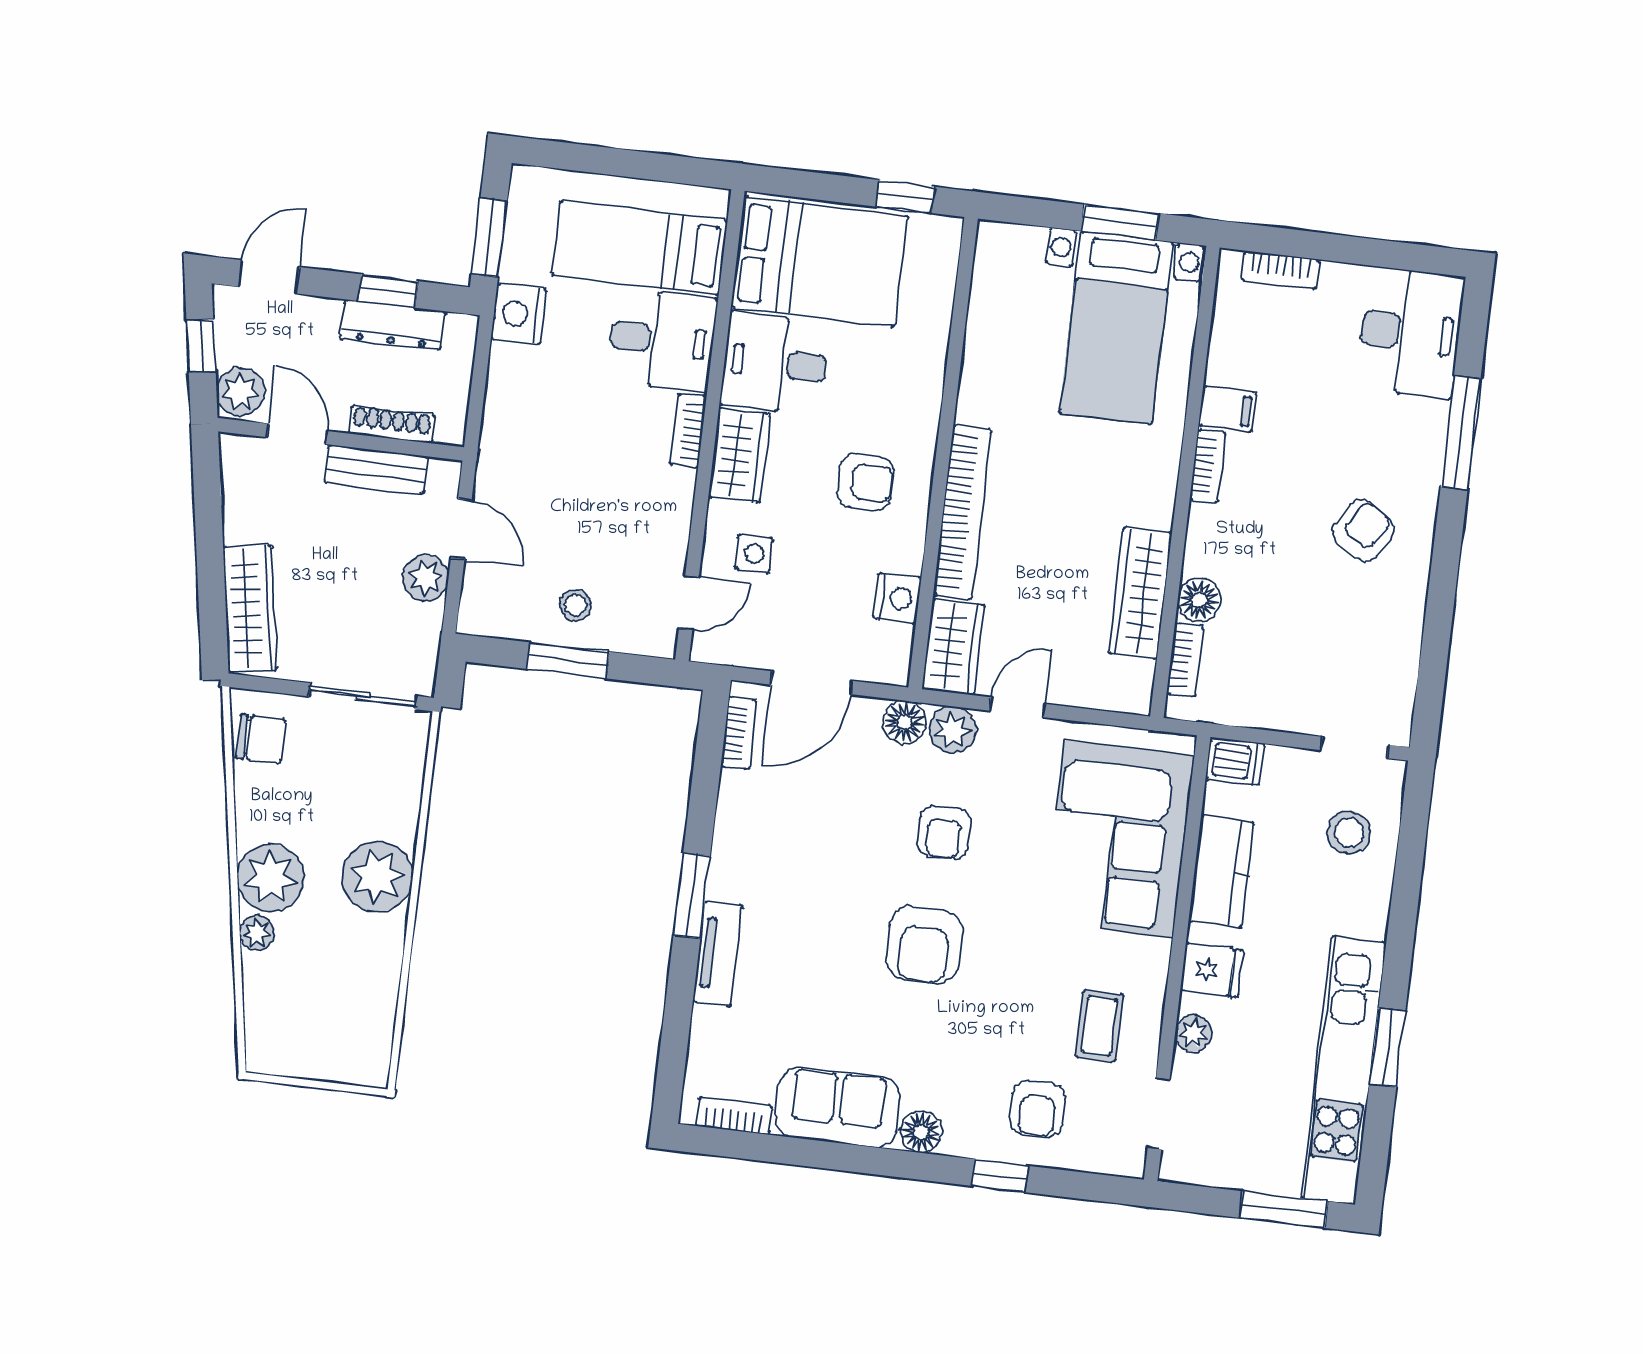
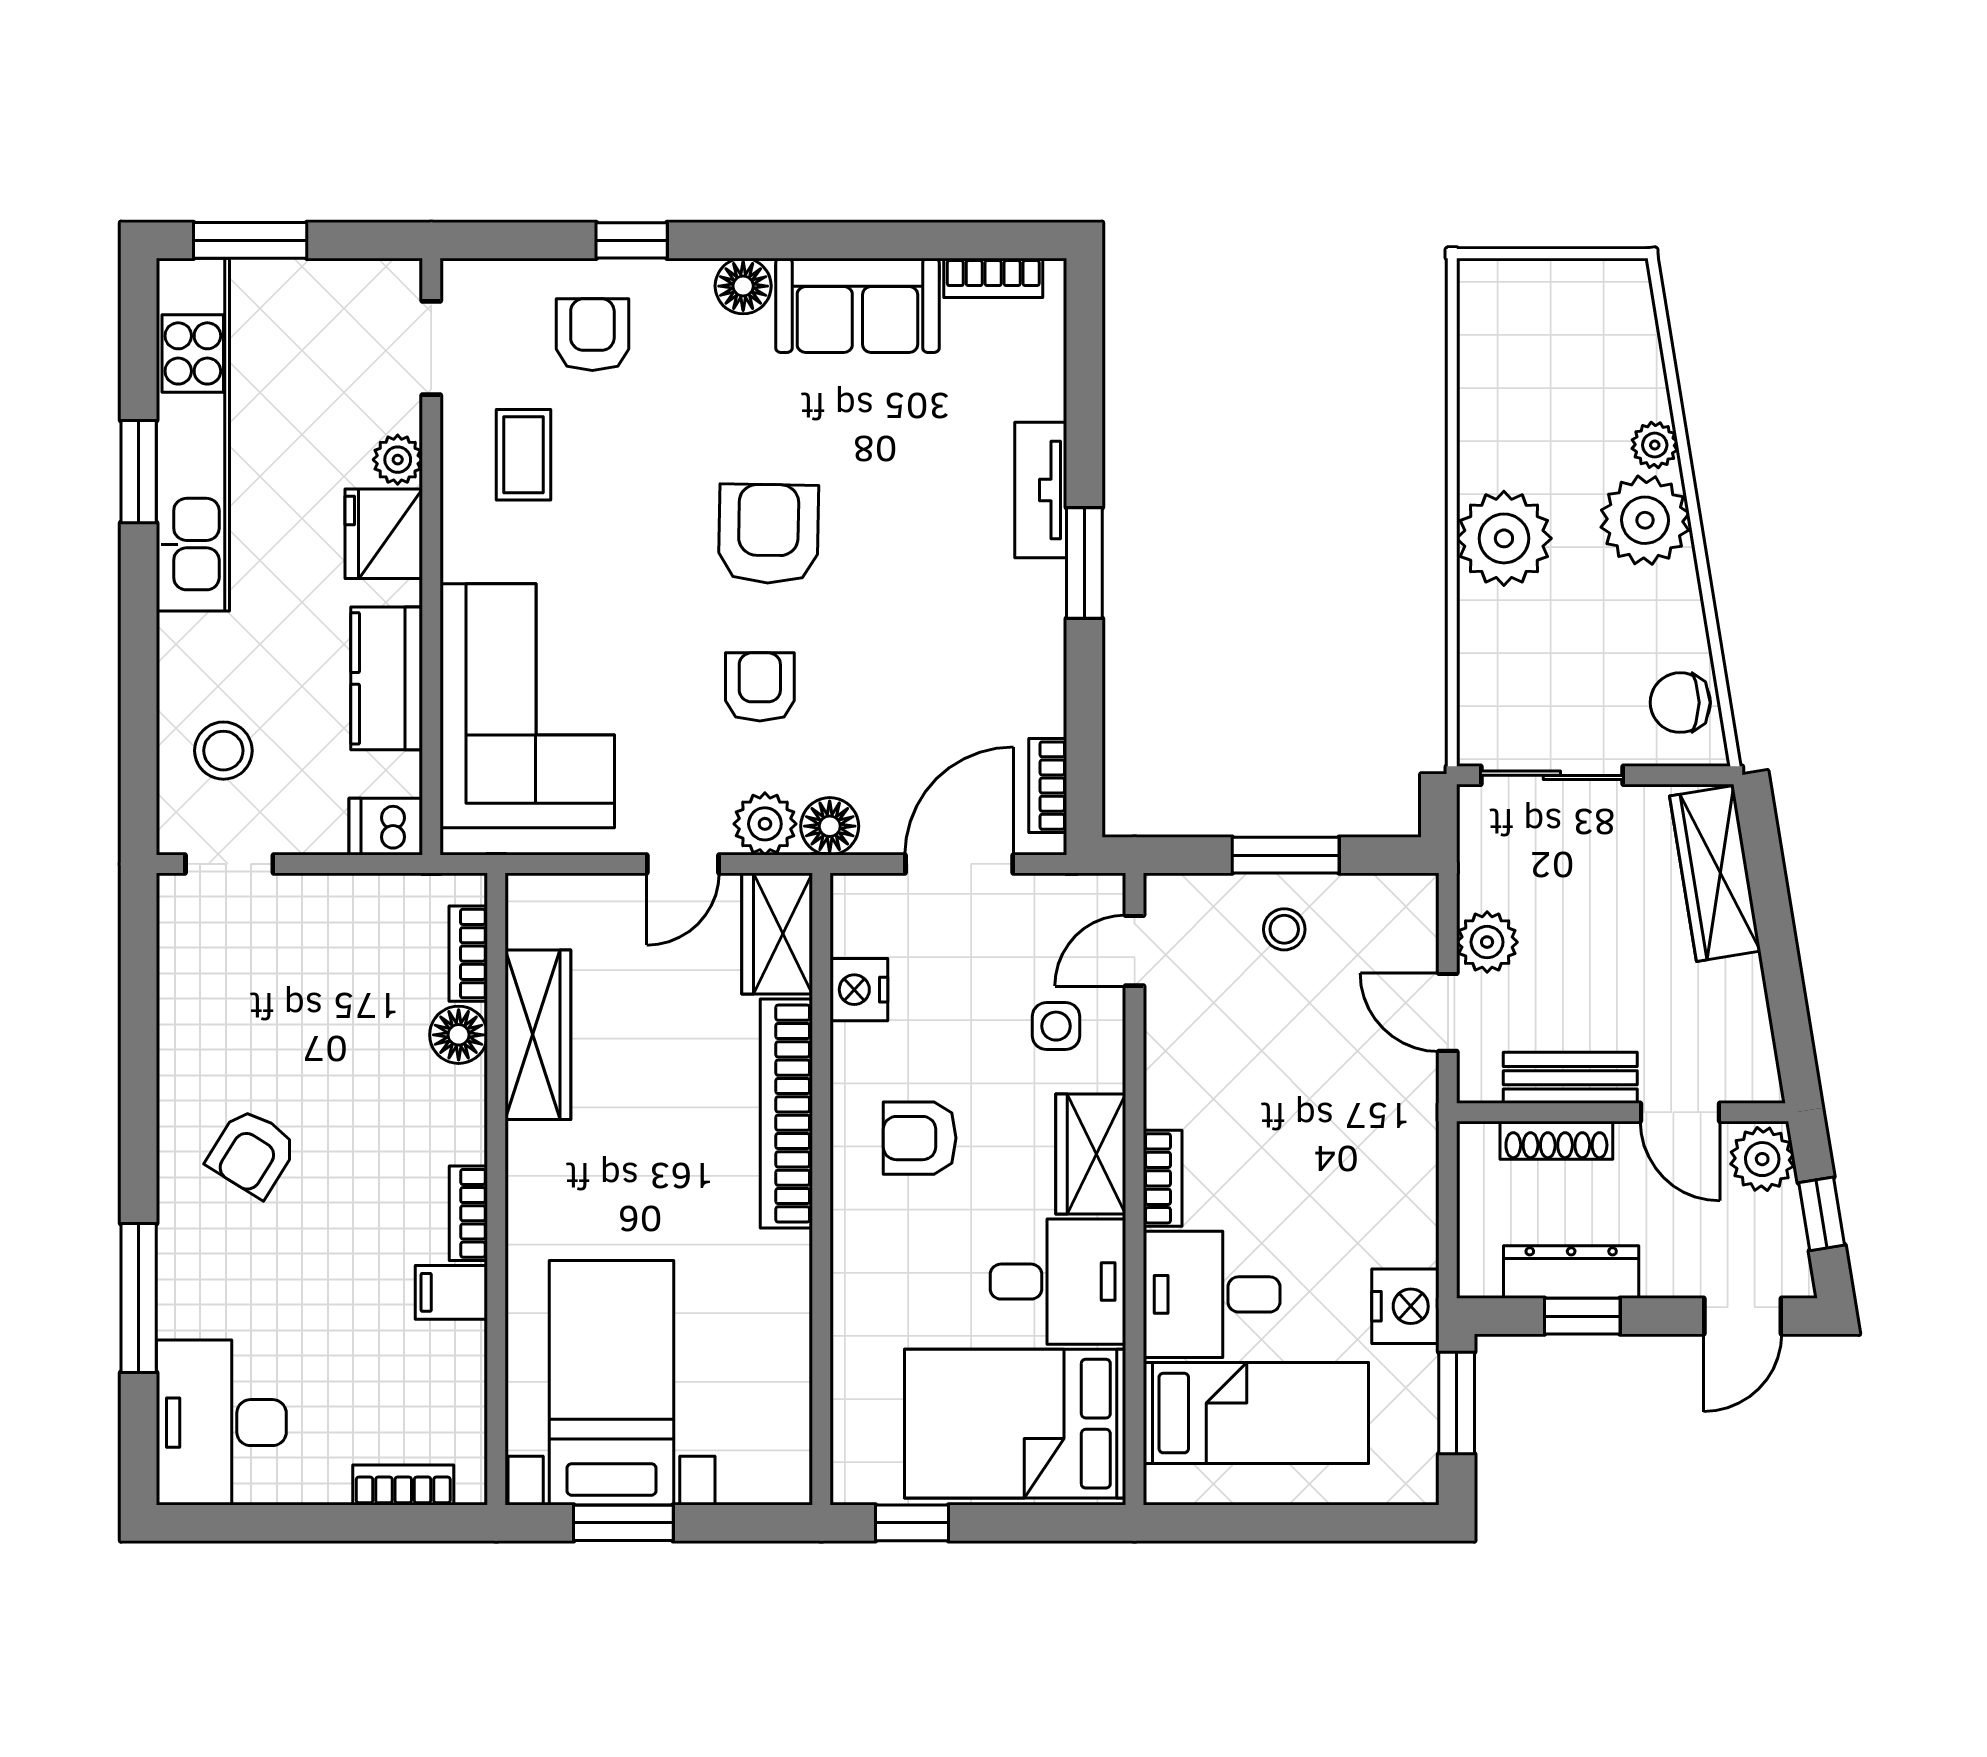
fridge: (1212, 970) -> (384, 534), width x1.38

